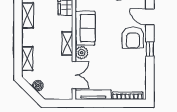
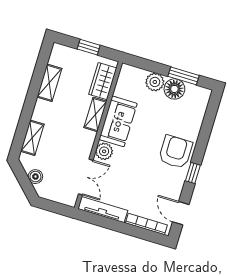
door: (150, 17) -> (181, 213), moved
armchair: (133, 38) -> (176, 152), turned 180
shelving: (67, 43) -> (95, 114), moved

